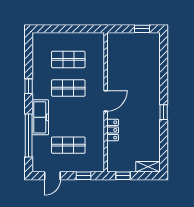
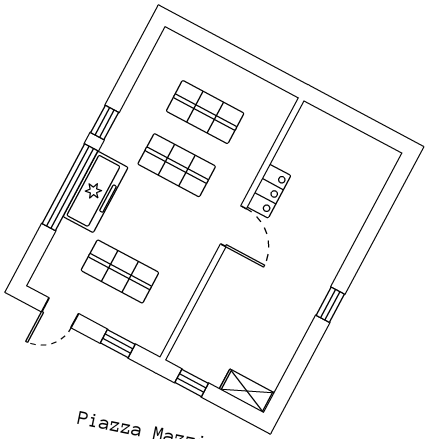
window: (142, 29) -> (373, 128), removed
door: (106, 101) -> (233, 226), hinge flipped
locker: (113, 130) -> (269, 191), moved
window: (29, 136) -> (70, 187), moved

